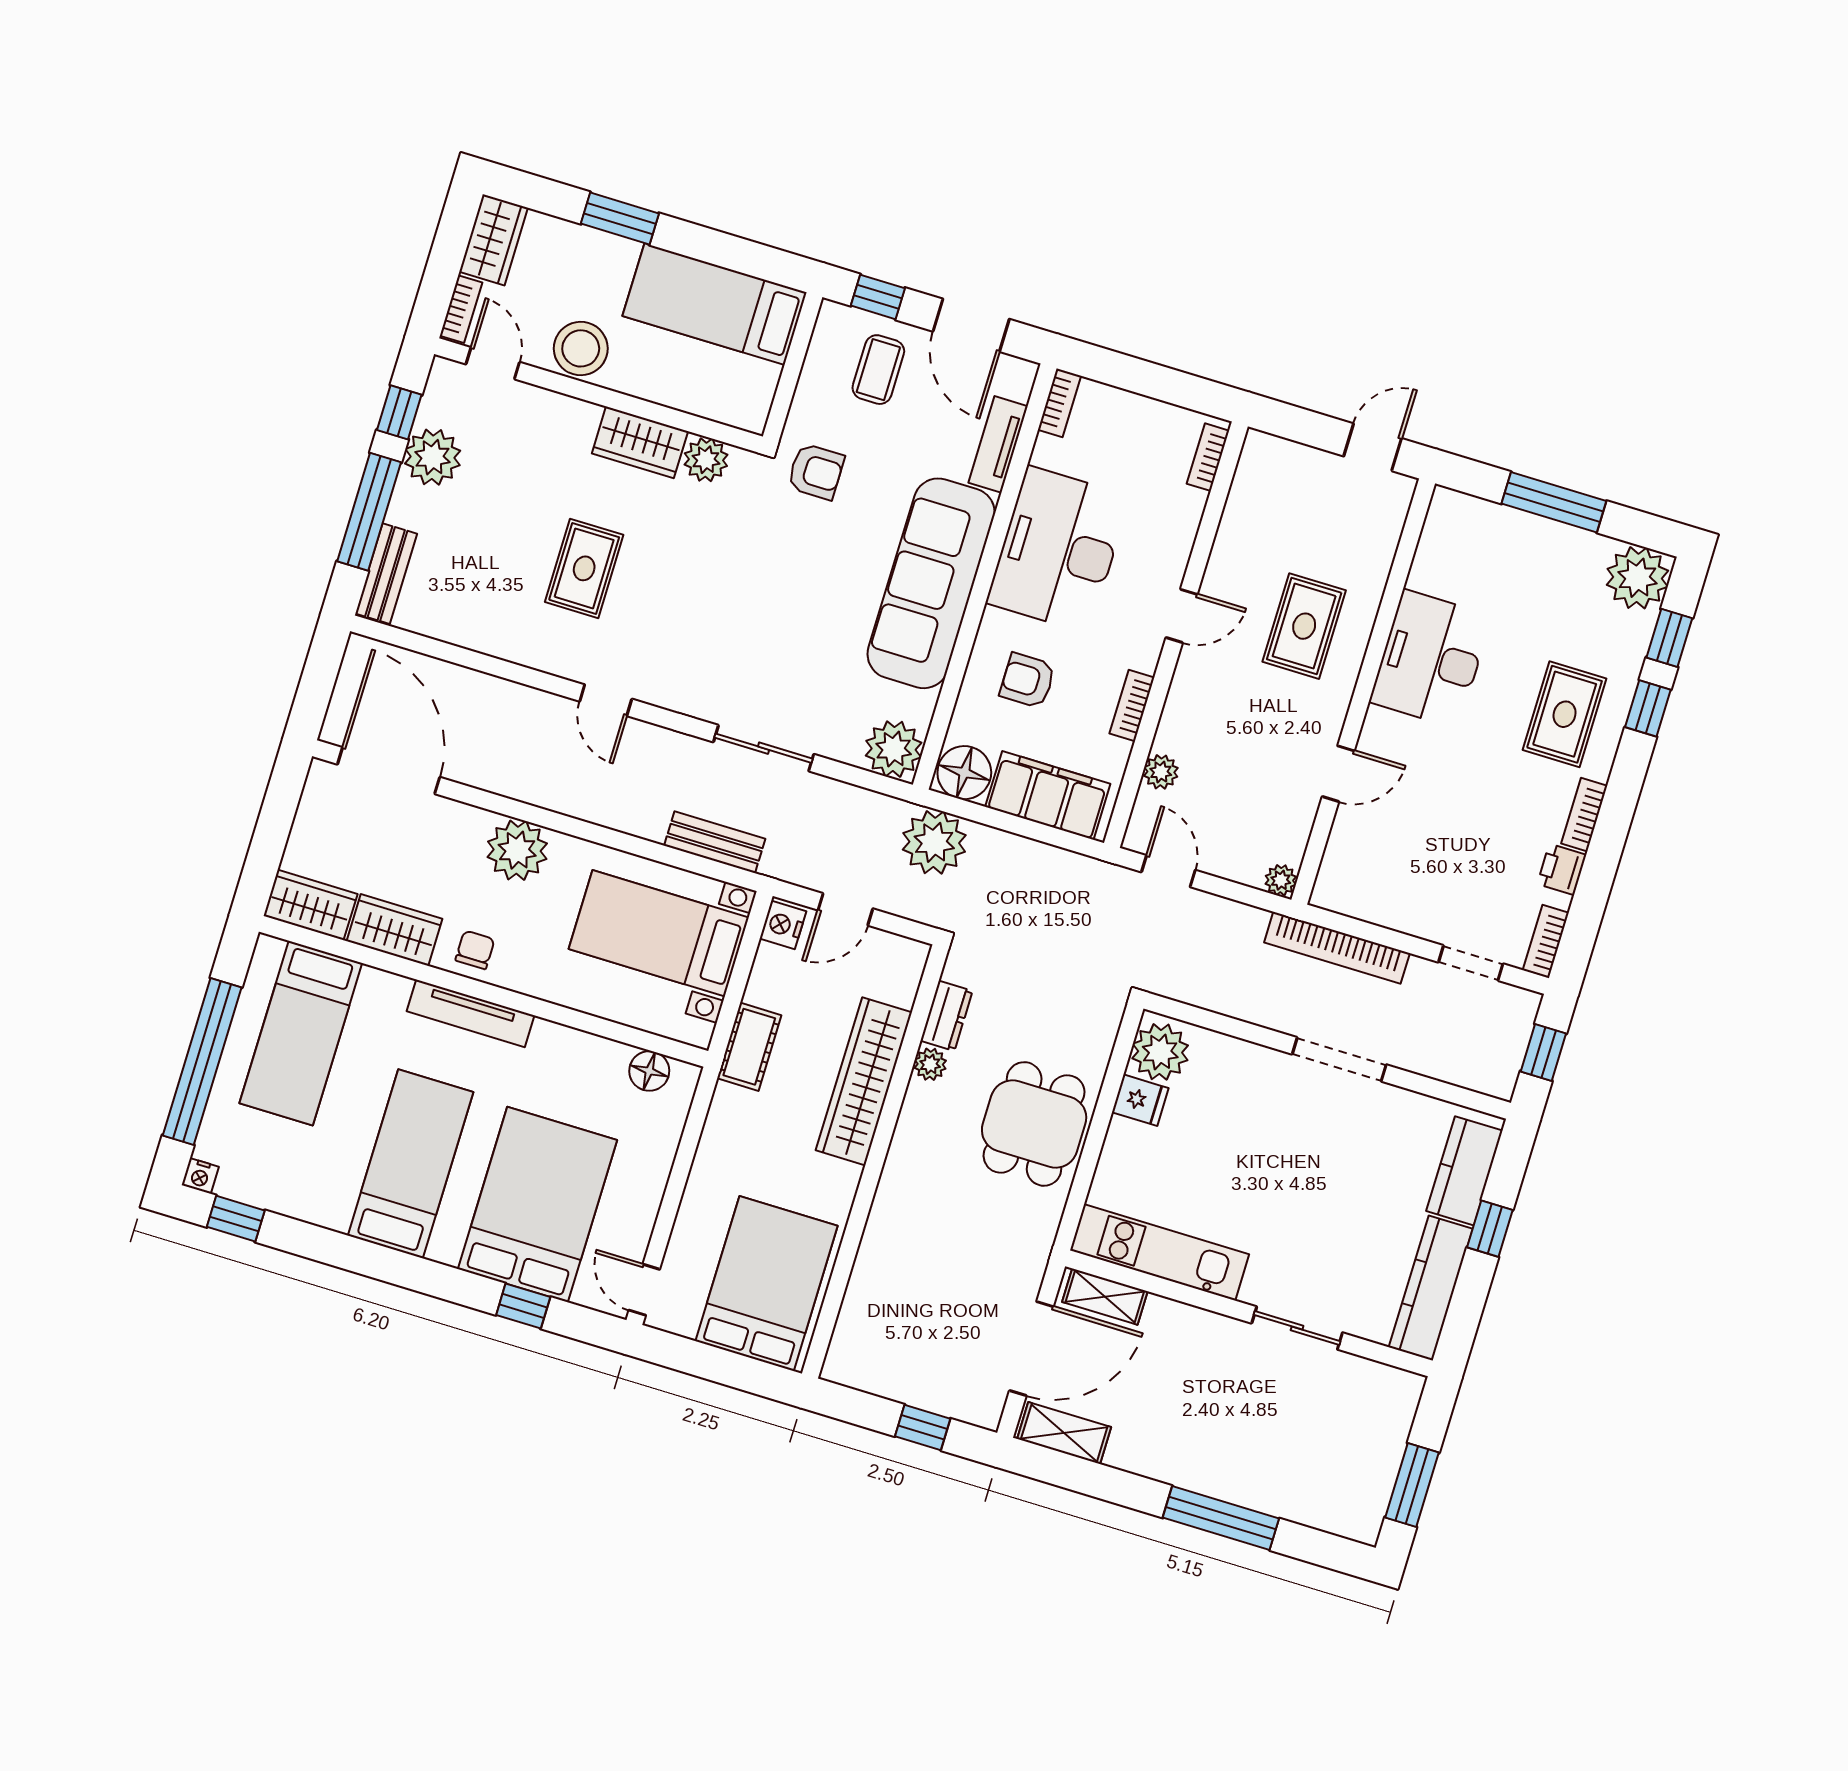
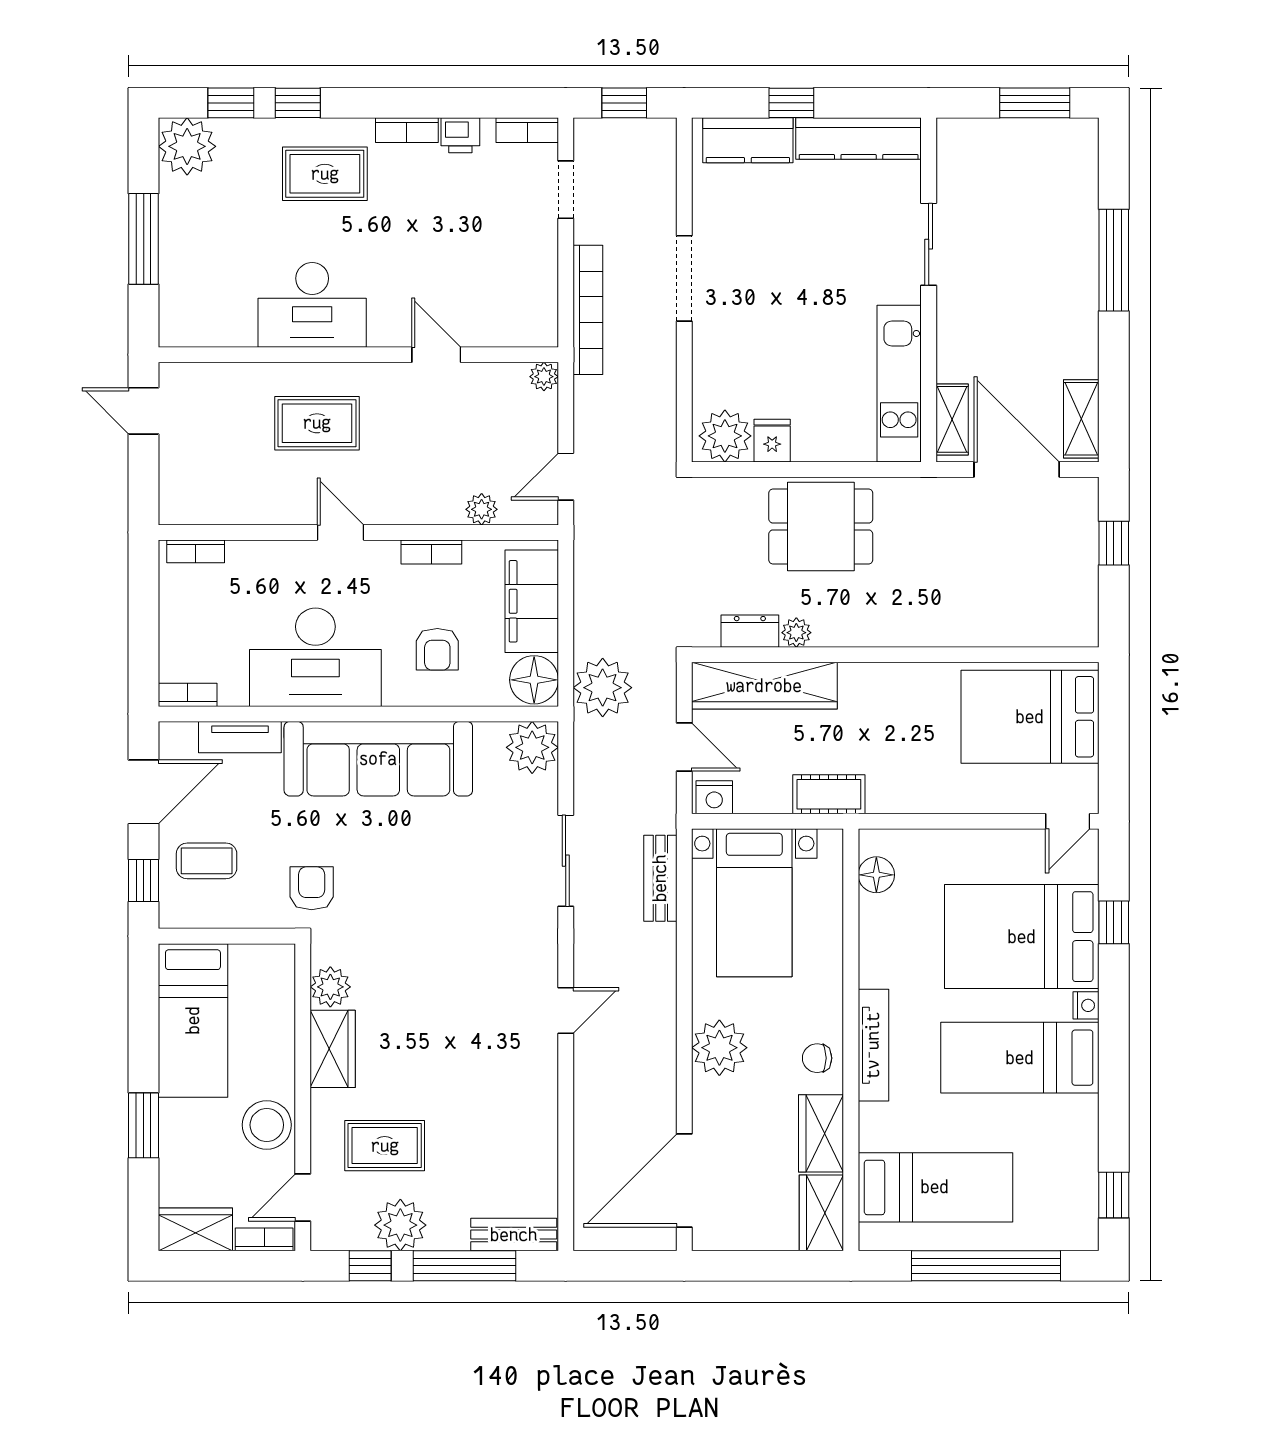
rug: (584, 568) -> (385, 1146), moved
wardrobe: (864, 1081) -> (764, 686), moved
nightstand: (200, 1176) -> (1086, 1005), moved

